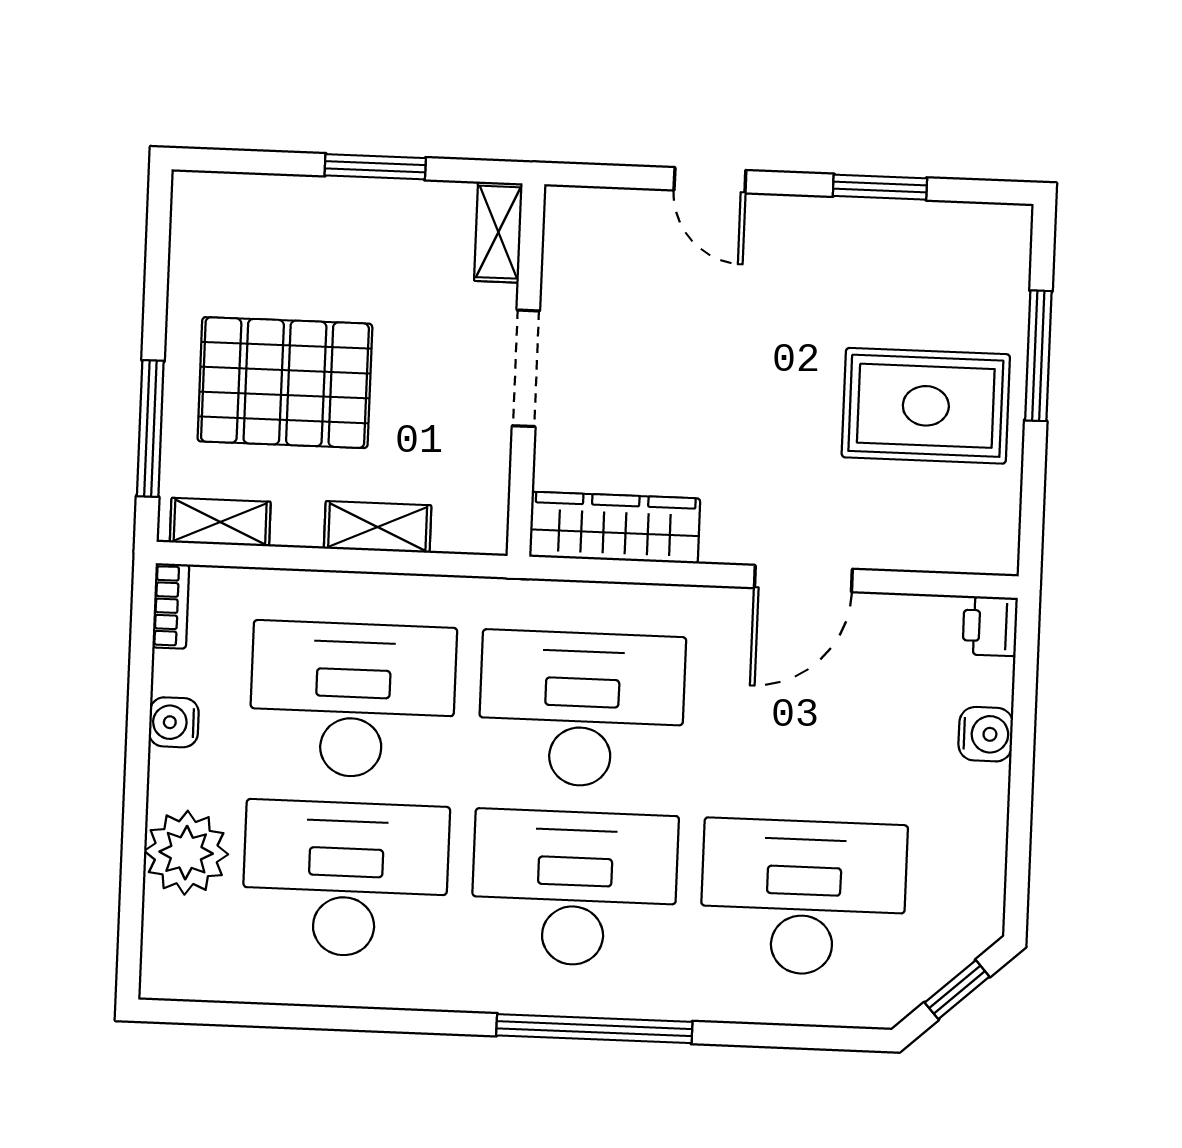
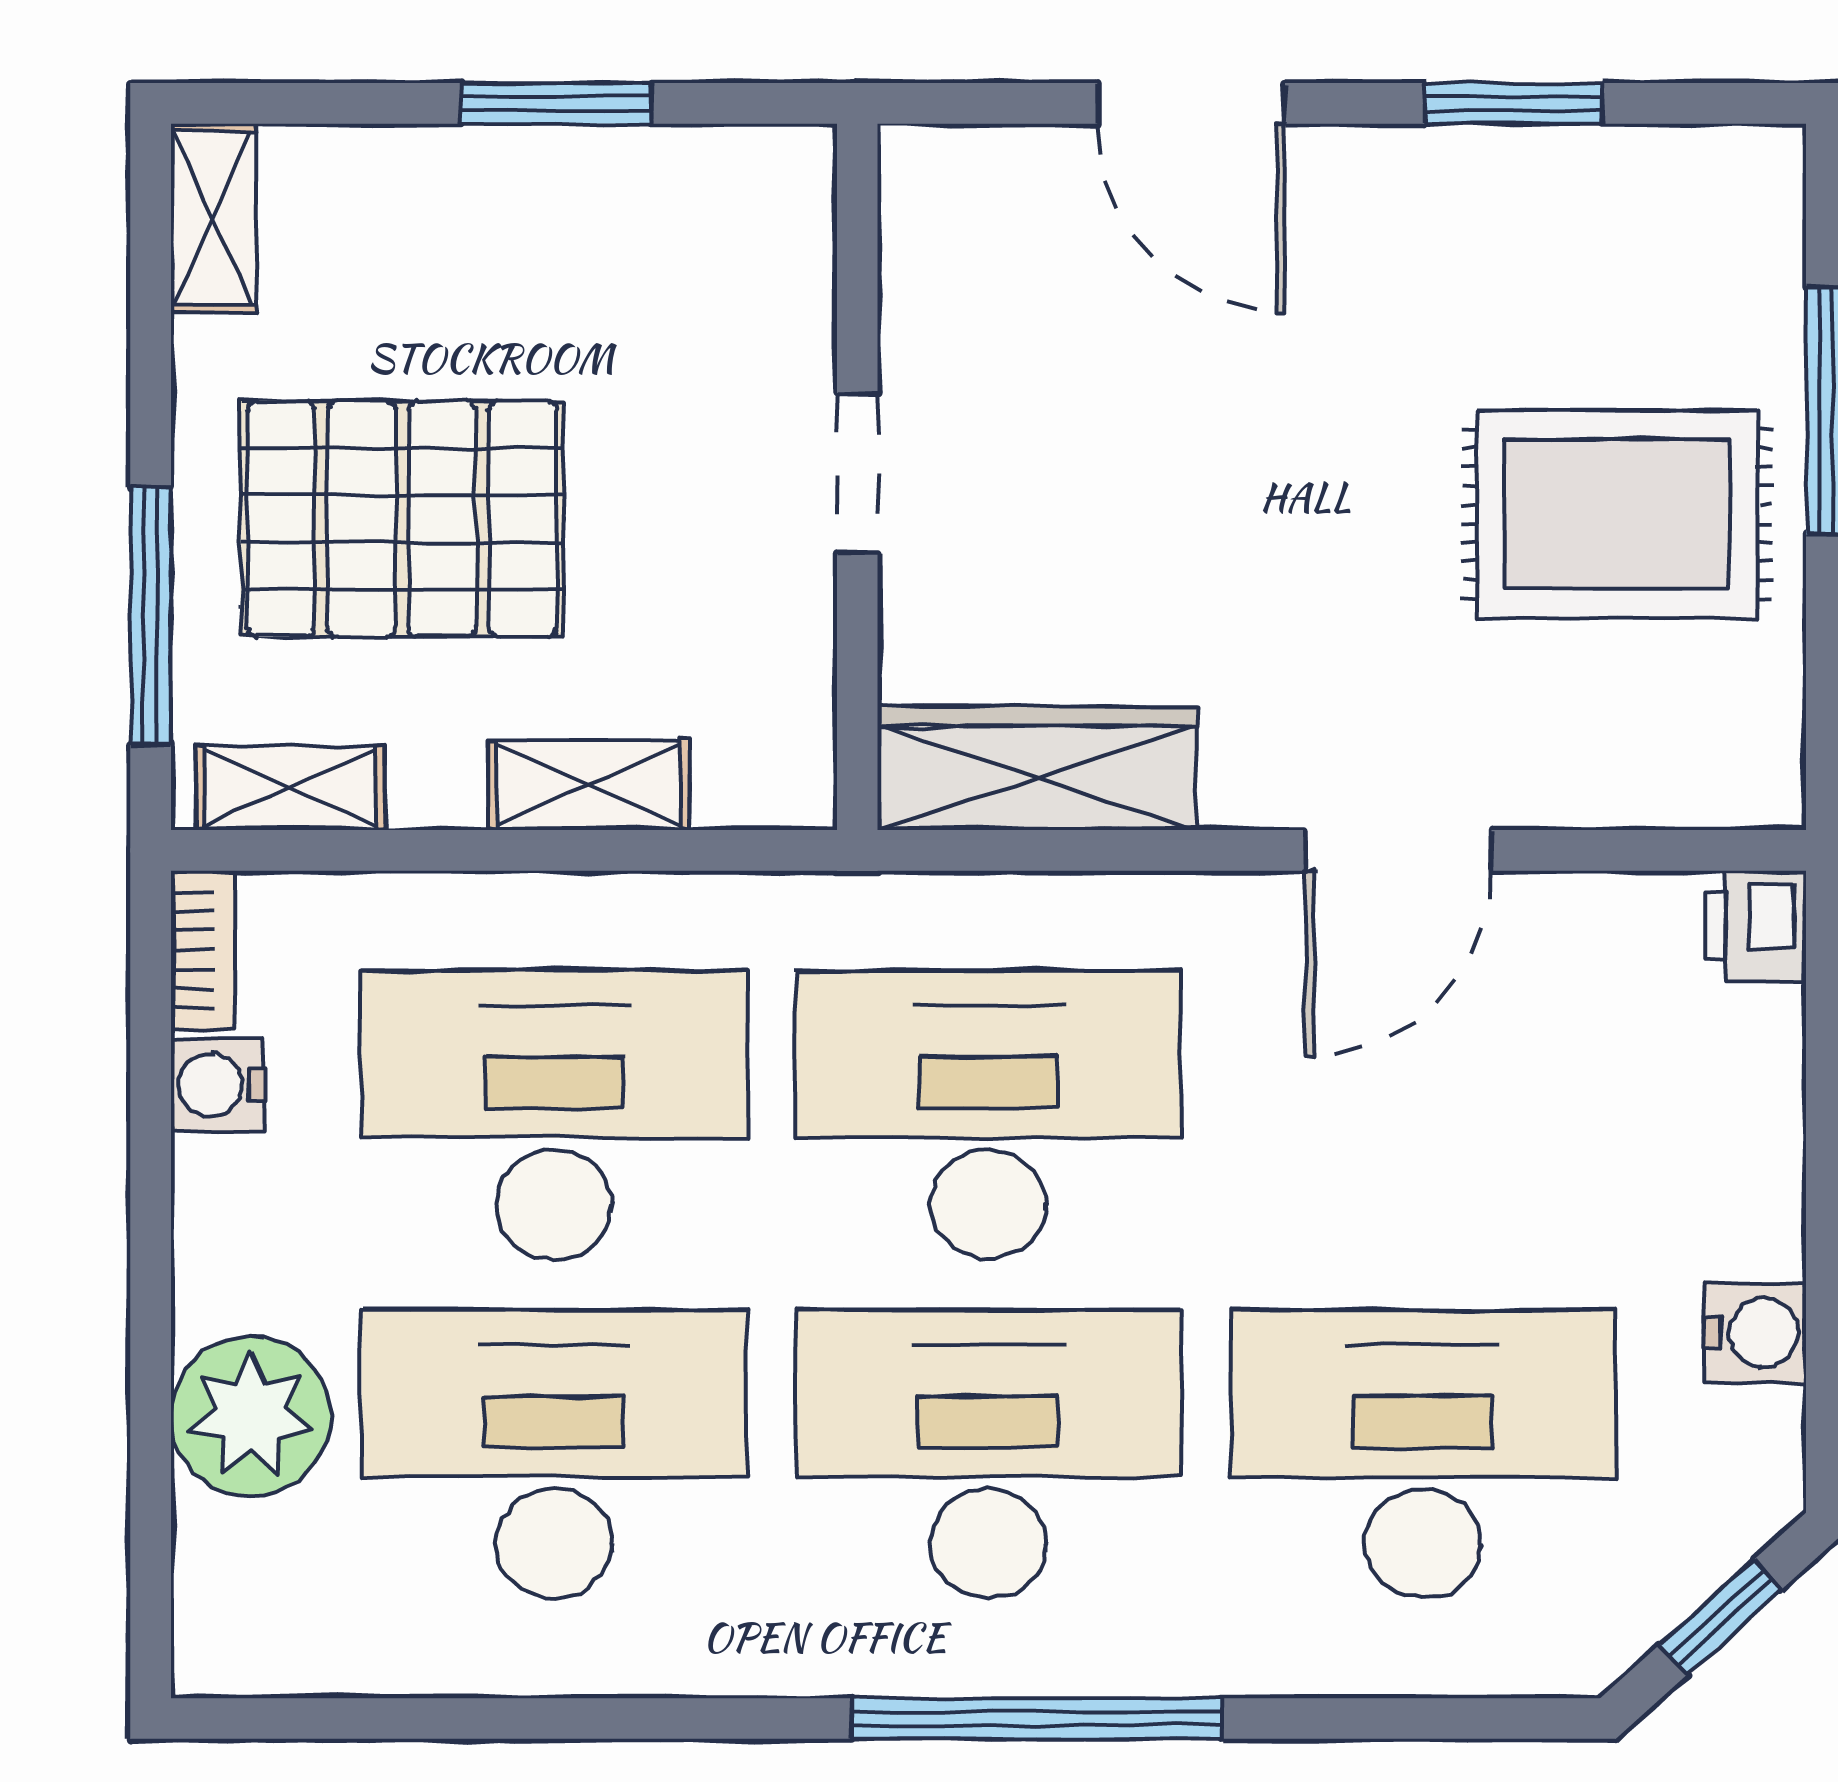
door: (710, 180) -> (1191, 103), width x1.38
shelving: (498, 232) -> (213, 218), moved
doorway: (526, 368) -> (857, 473), width x0.73
water cooler: (174, 722) -> (217, 1085), moved
water cooler: (986, 734) -> (1755, 1333), moved

